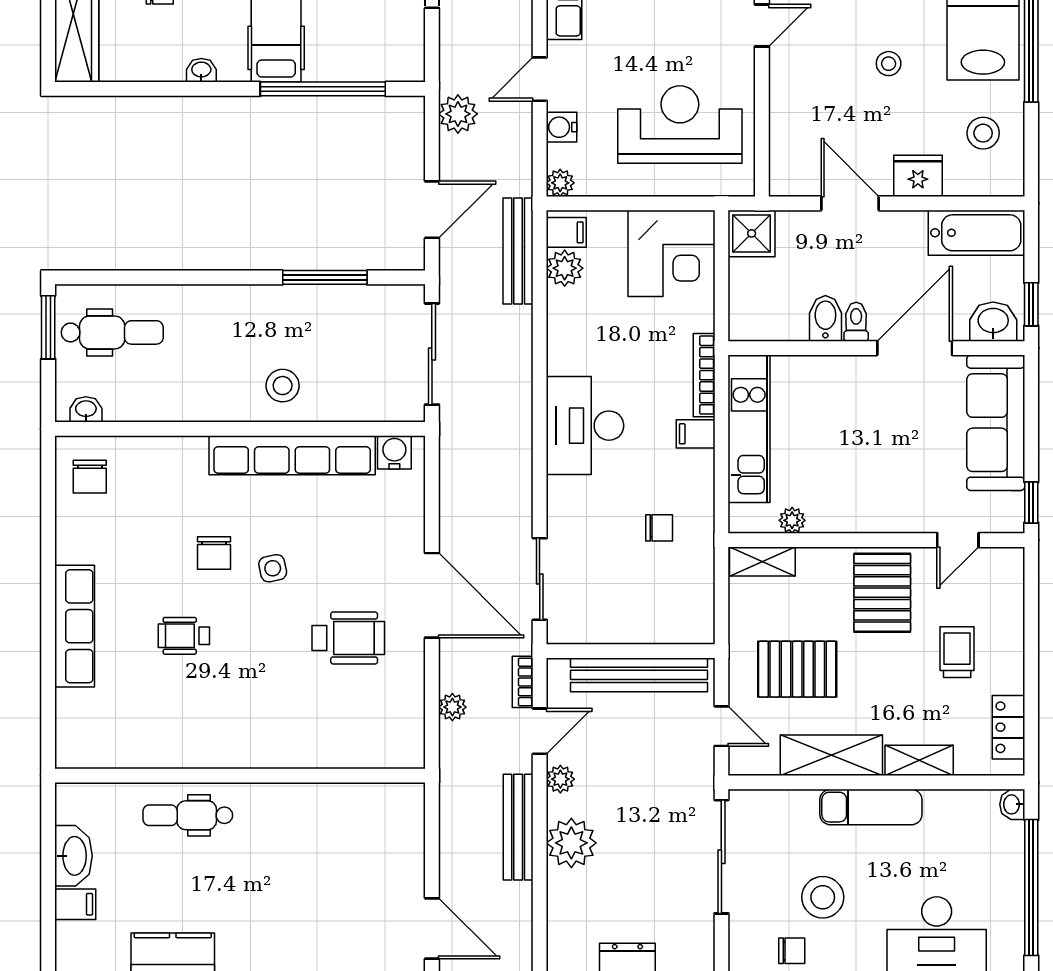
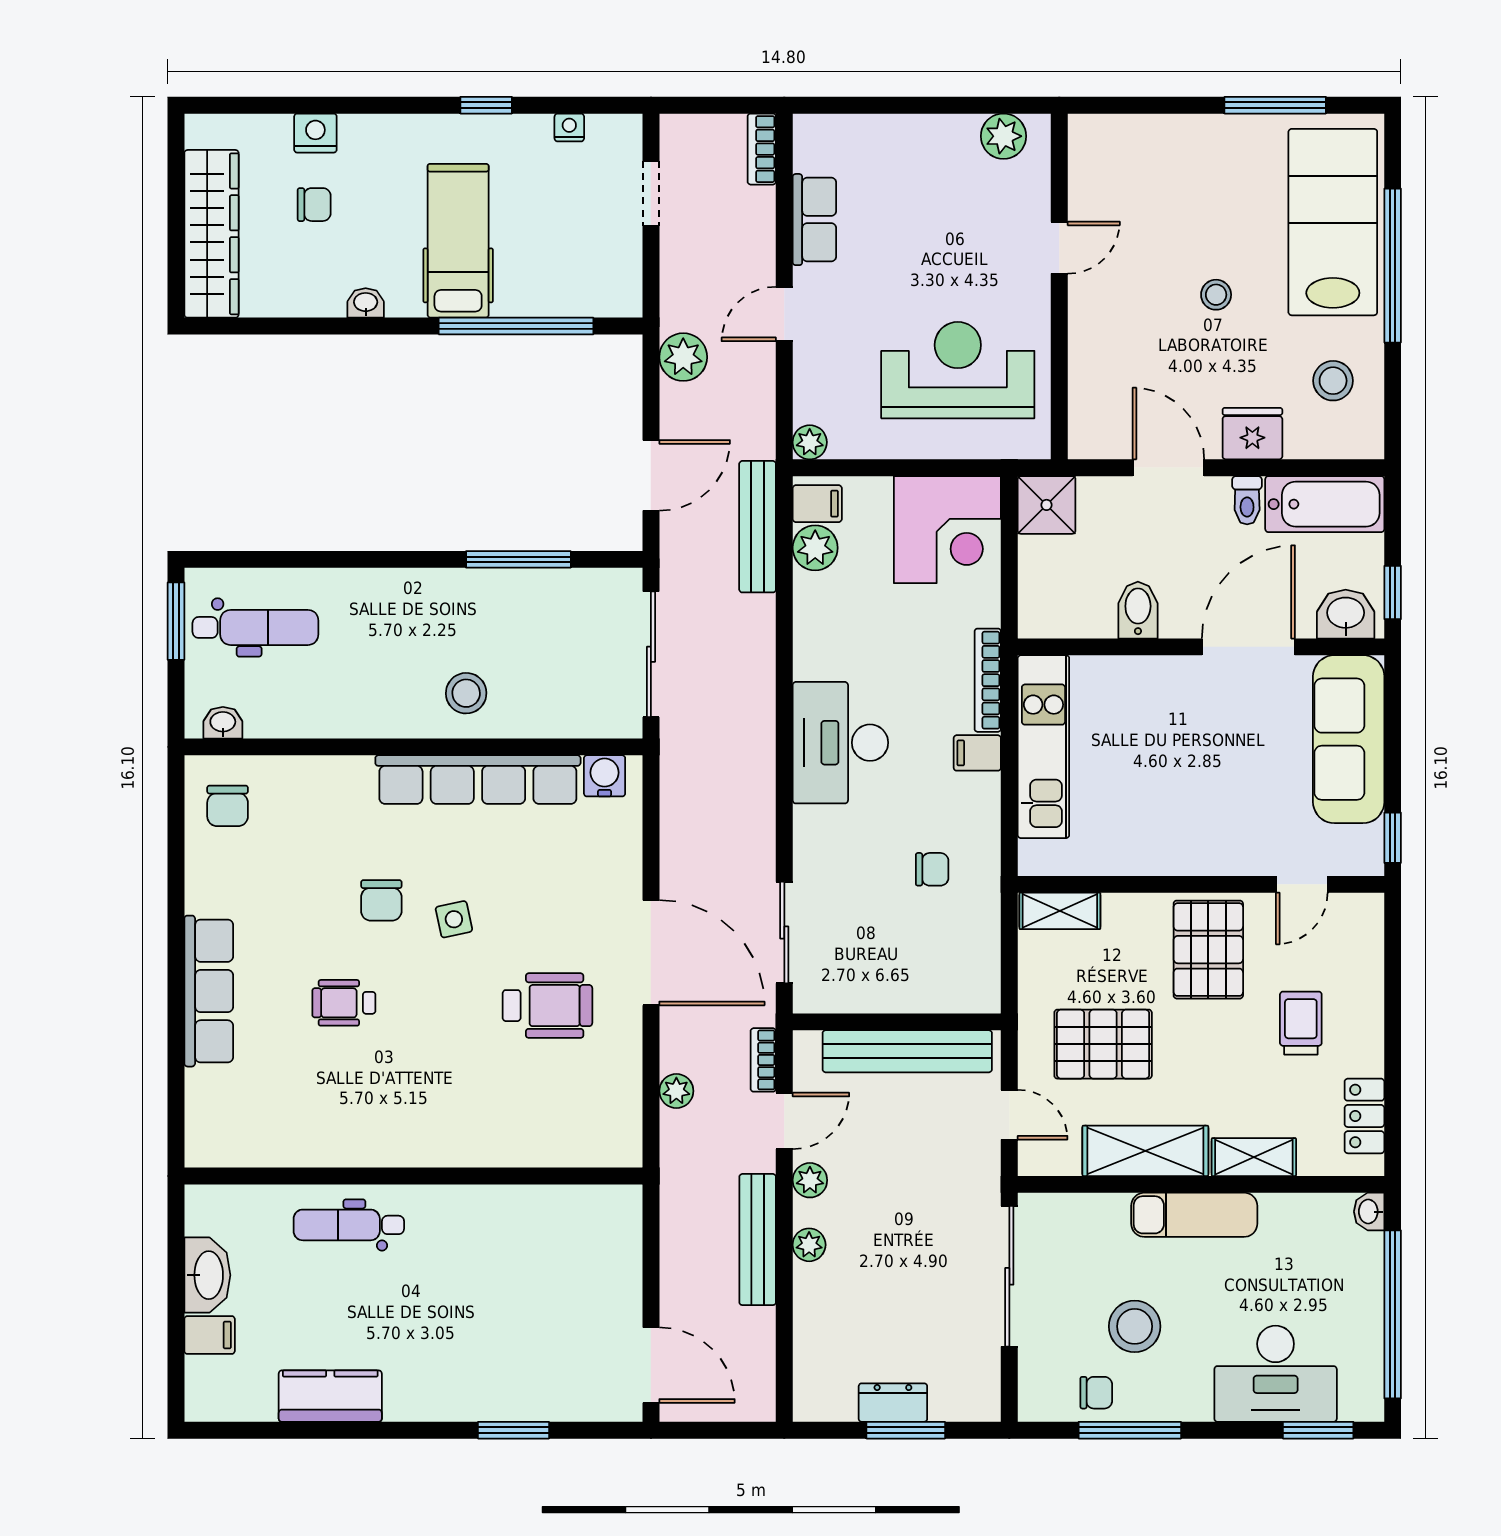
water cooler: (562, 127) -> (811, 373), removed
toilet: (856, 322) -> (1247, 500), moved, turned 180
plant: (792, 520) -> (1097, 860), removed
plant: (571, 843) -> (809, 1245), width x0.53, depth x0.53

